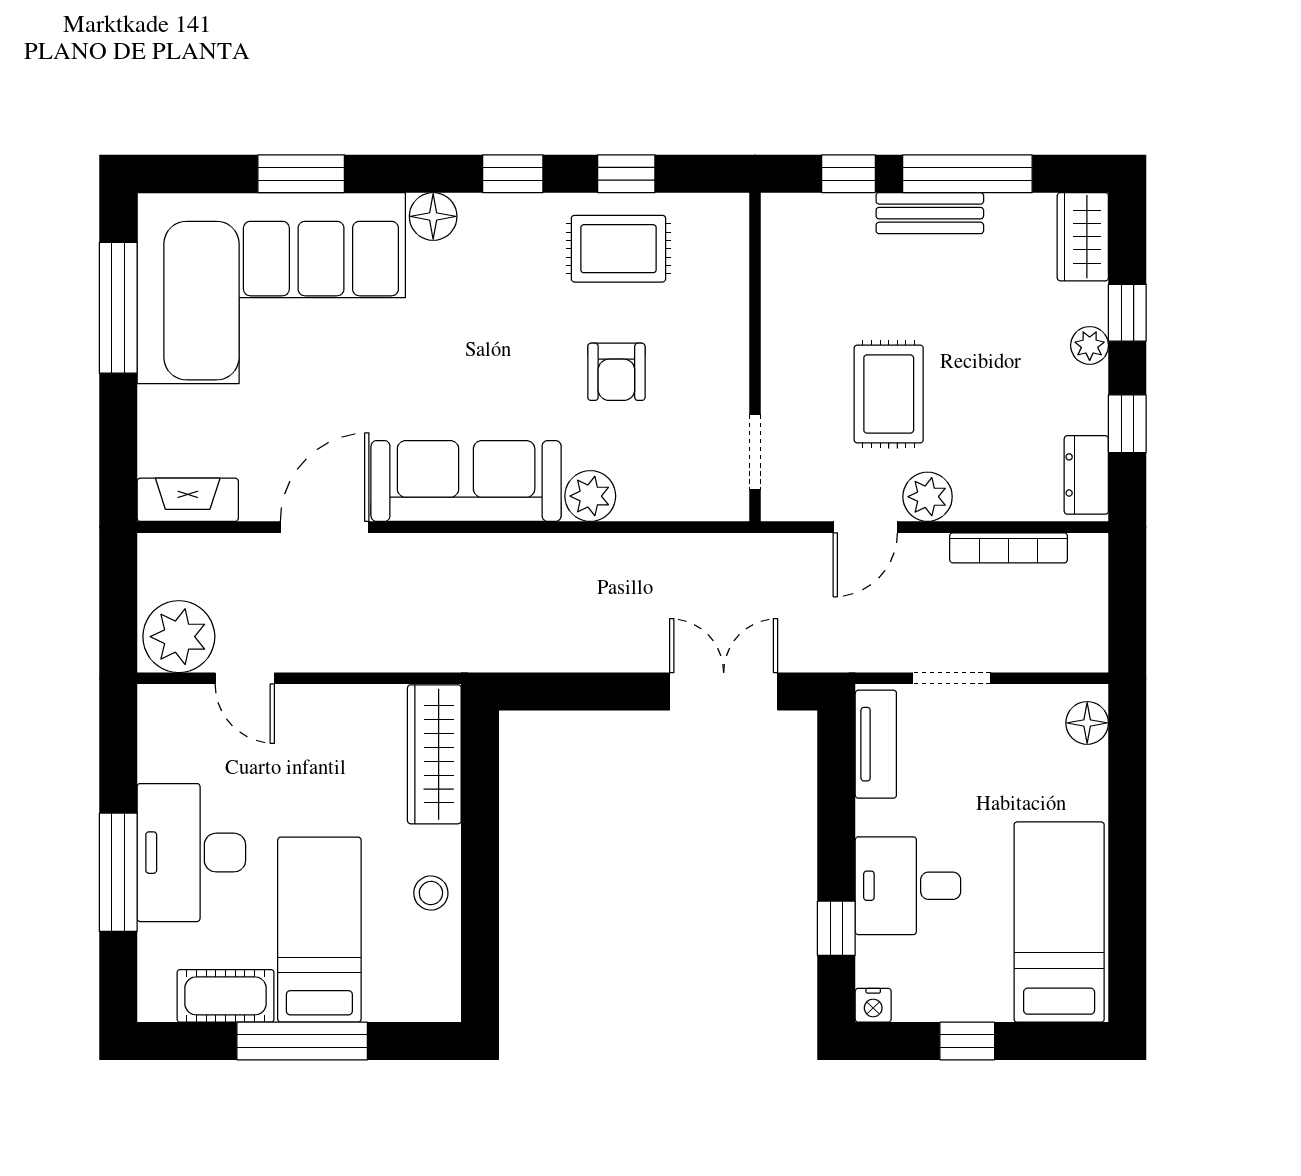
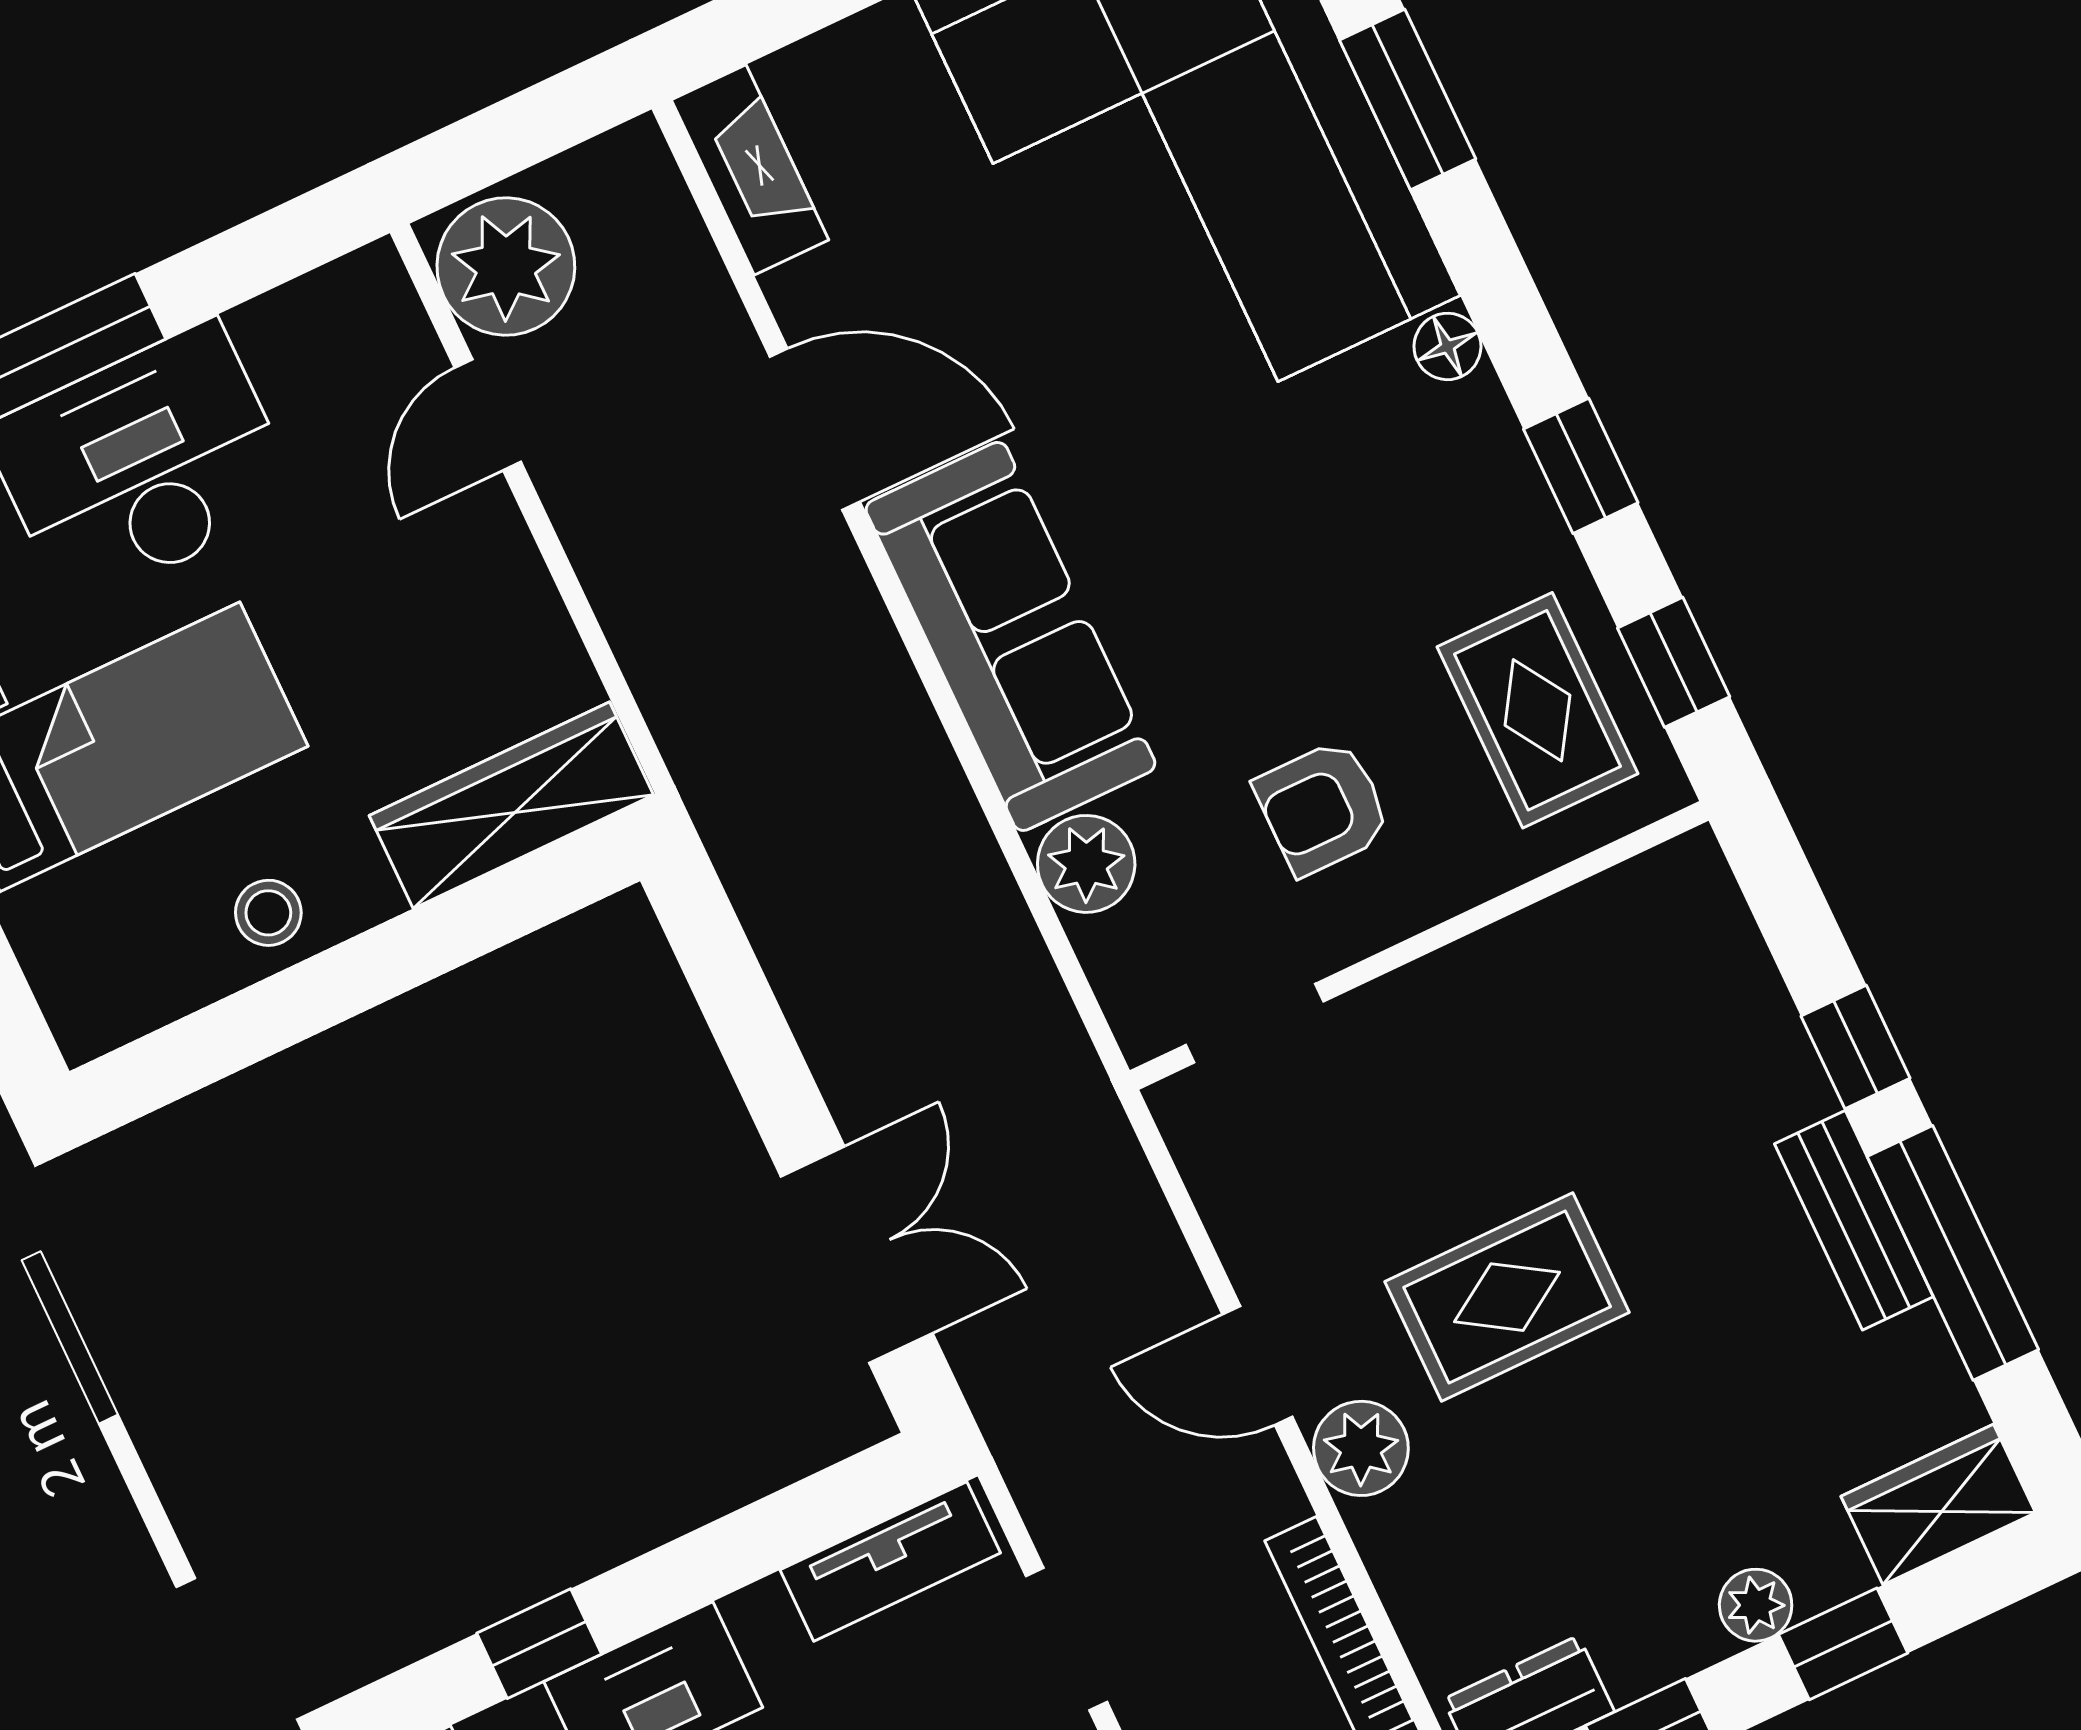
floor lamp: (433, 216) -> (1447, 346), width x0.73, depth x0.73
wall: (755, 357) -> (1419, 945), moved
doorway: (755, 452) -> (1255, 1023), moved

